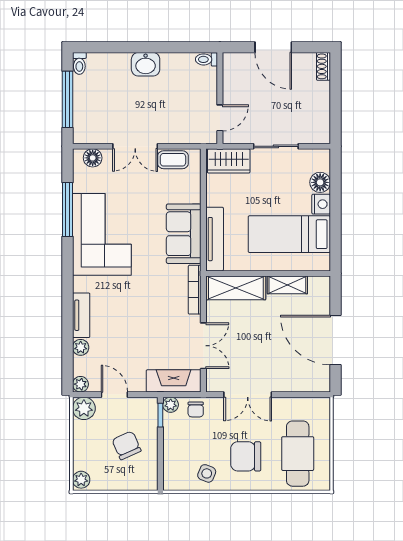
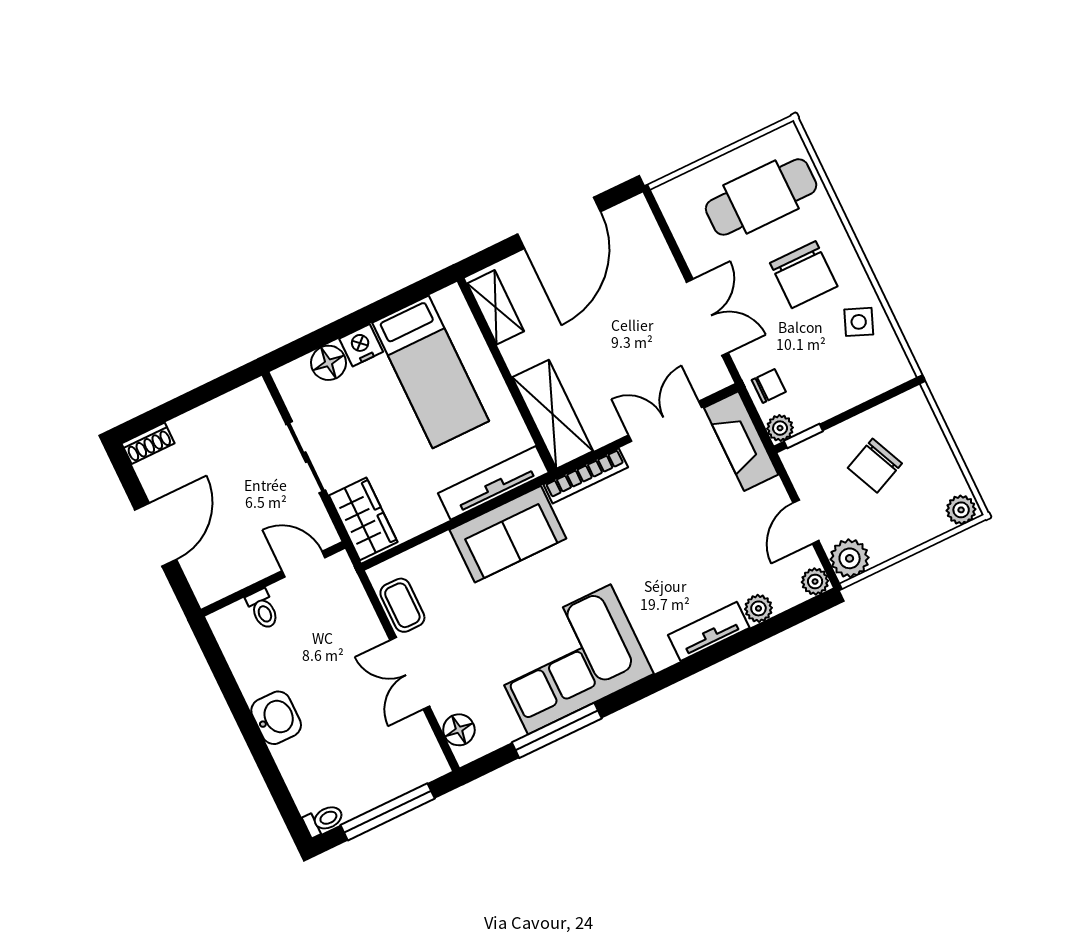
toilet: (206, 59) -> (263, 609), moved
double door: (135, 146) -> (410, 673), swing flipped
shelving: (287, 285) -> (496, 307), moved

